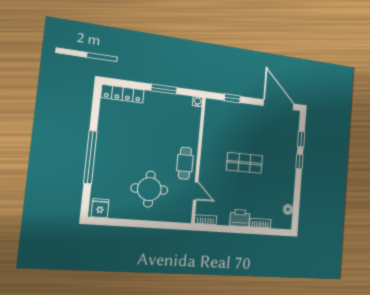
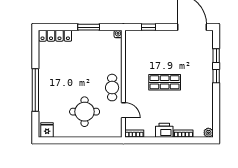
plant: (288, 209) -> (208, 133), moved

